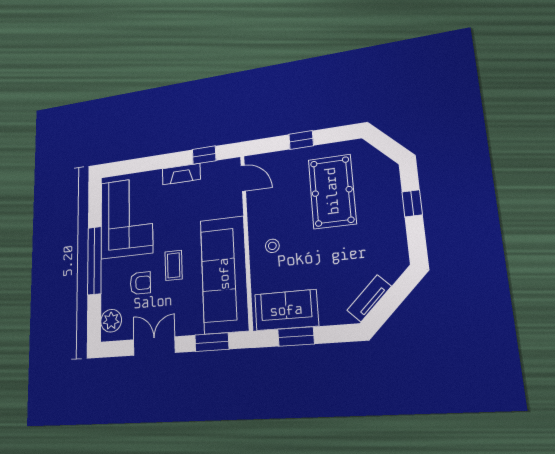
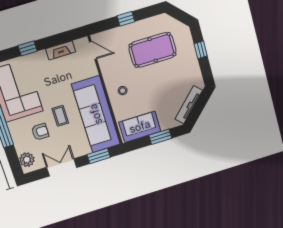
window: (204, 155) -> (28, 48), moved
fireplace: (181, 174) -> (61, 50), moved
pool table: (332, 191) -> (153, 50), turned 90
tv unit: (369, 298) -> (189, 105), width x1.41
window: (296, 336) -> (160, 137), moved

